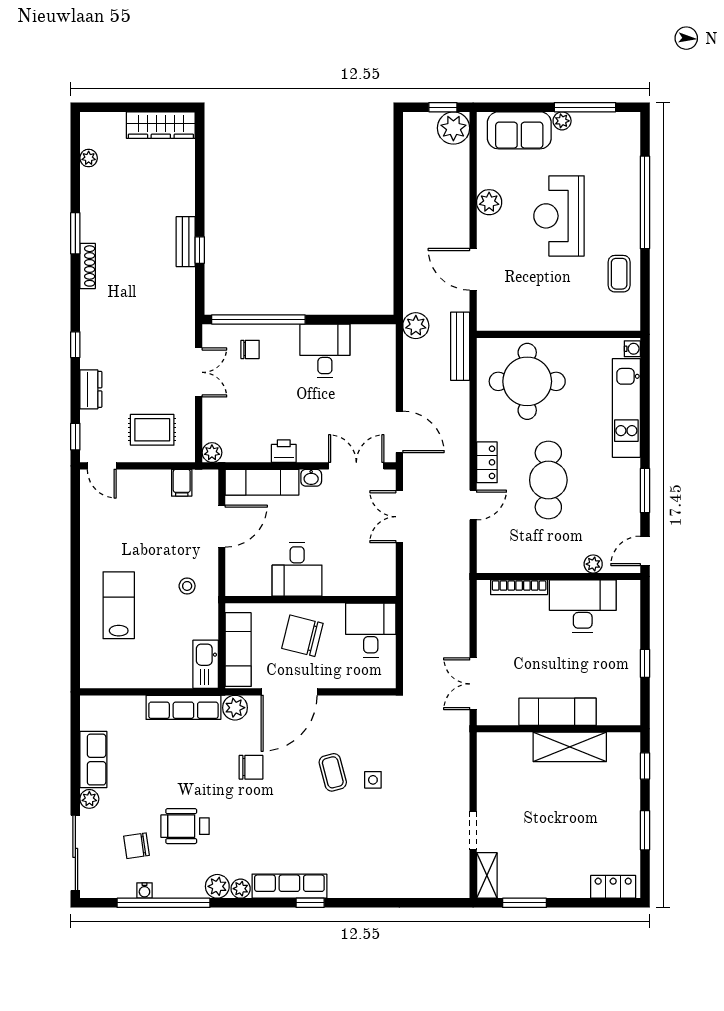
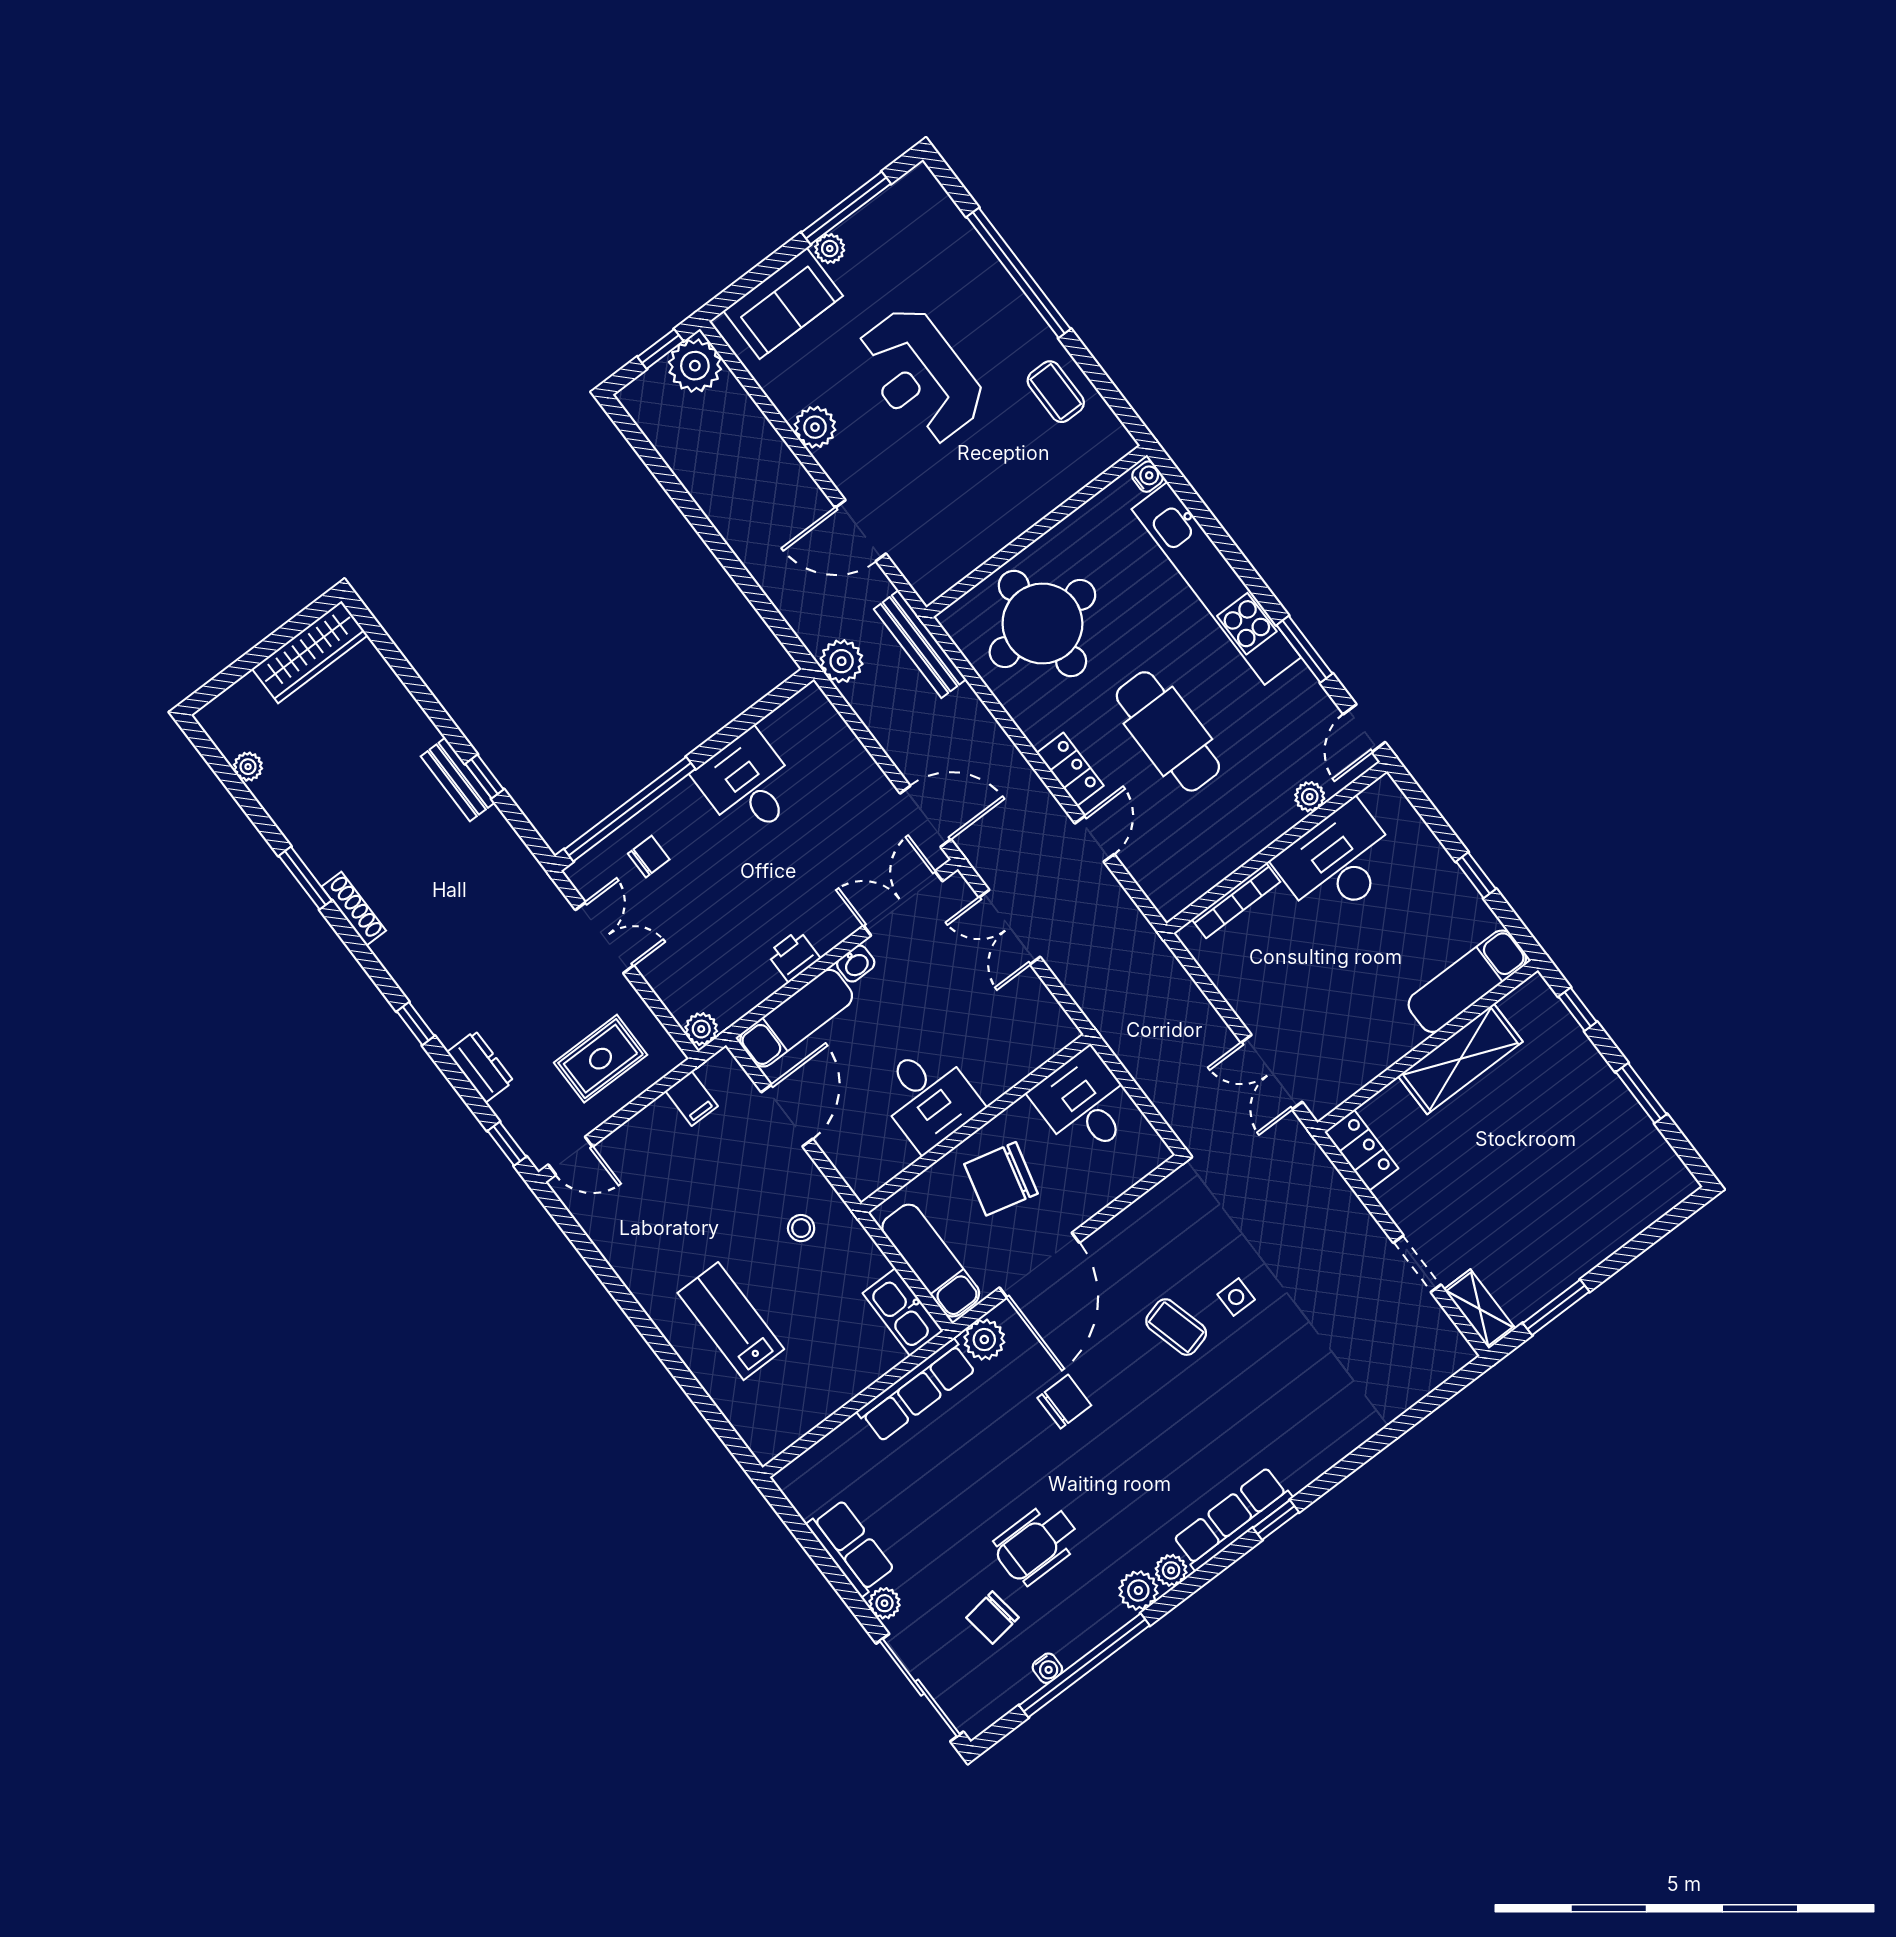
kitchen unit: (626, 408) -> (1216, 583), width x1.36
exam couch: (558, 712) -> (1467, 981), moved
locker: (613, 887) -> (1361, 1150), moved, turned 90

